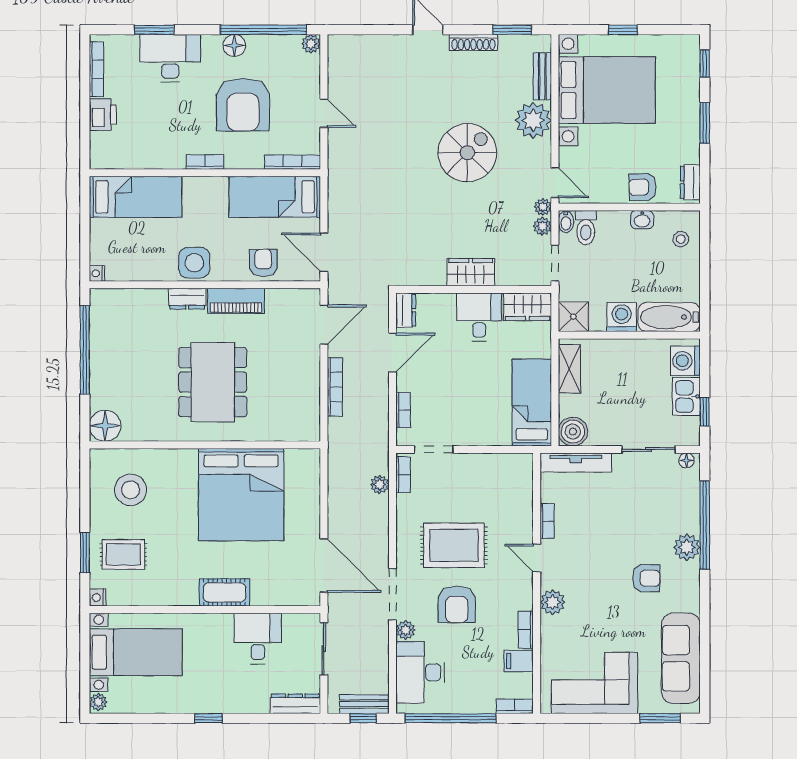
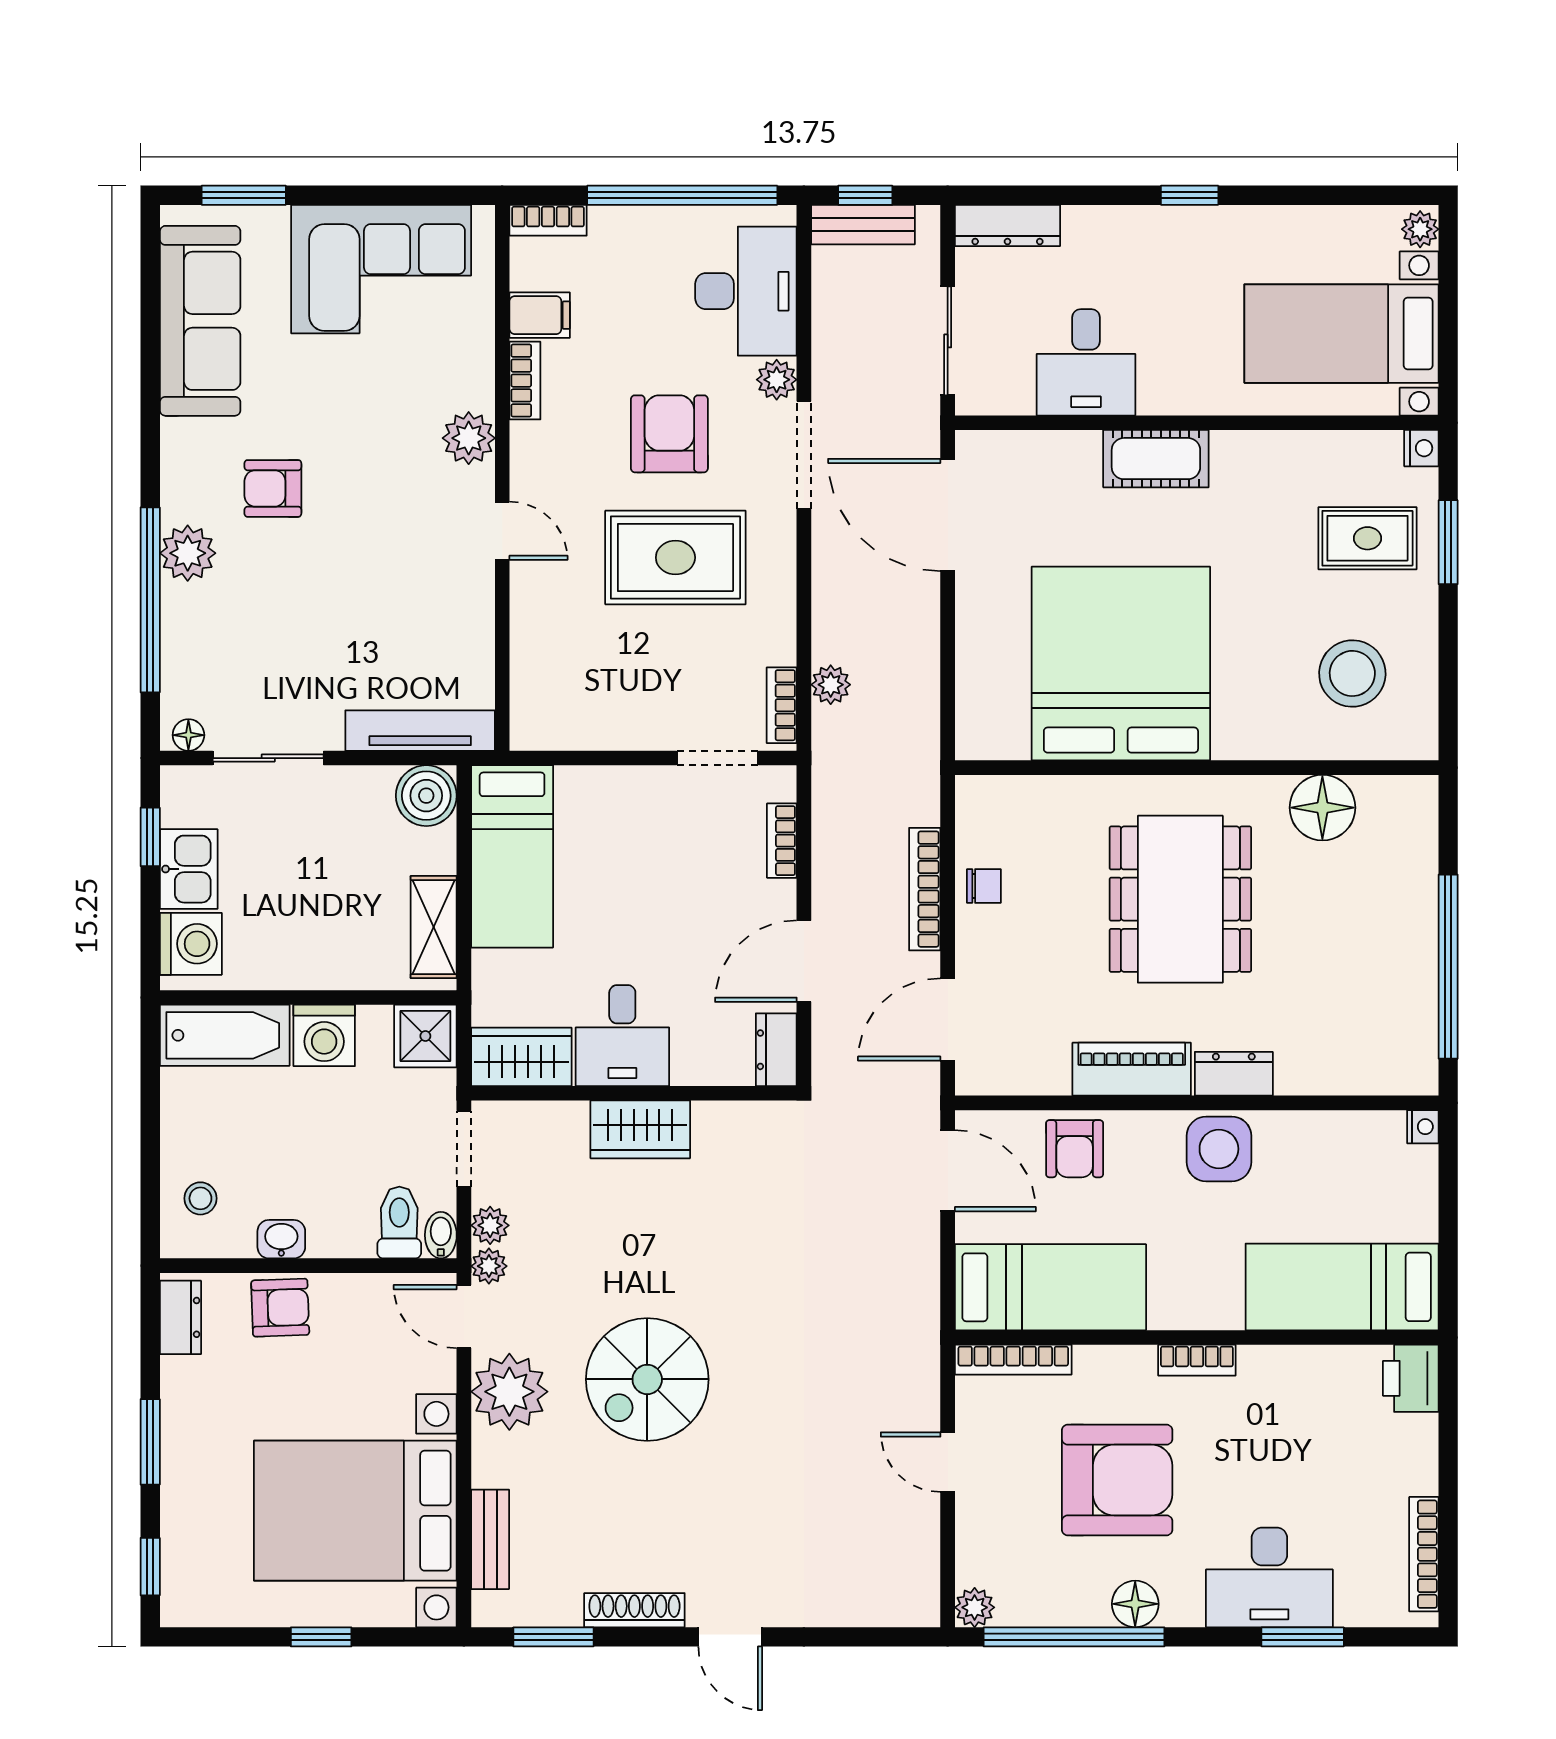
armchair: (243, 105) -> (1117, 1480), turned 90
printer: (103, 114) -> (1411, 1378), moved
plant: (533, 120) -> (509, 1392), moved
chair: (307, 388) -> (984, 886), added
floor lamp: (105, 426) -> (1322, 808), moved
bookcase: (547, 521) -> (480, 608), removed

